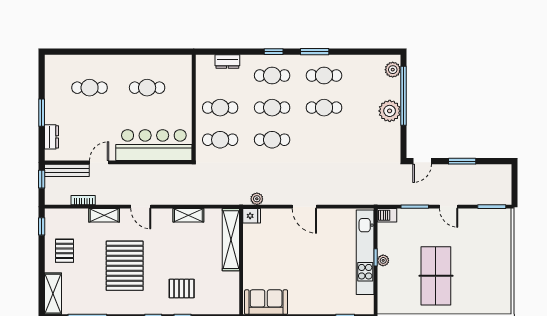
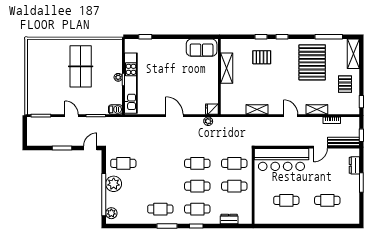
cafe table: (324, 108) -> (123, 163), moved
shelving: (231, 240) -> (227, 68), moved, width x0.68
pallet: (125, 266) -> (312, 62), moved

